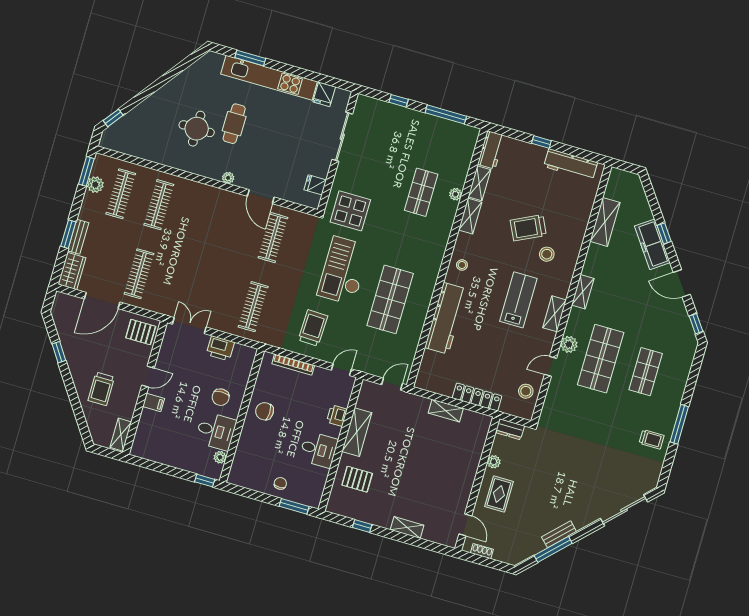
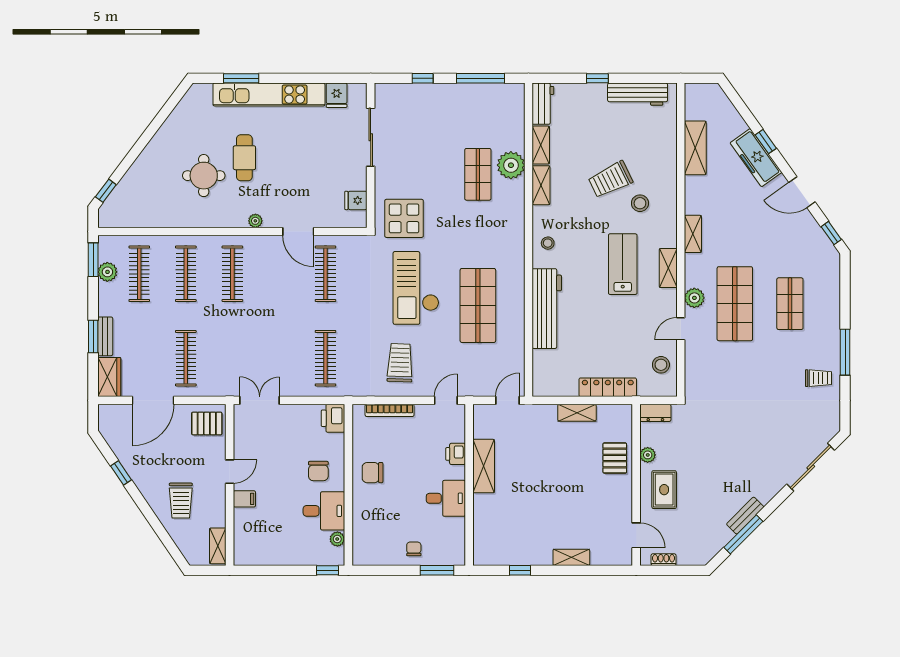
plant: (456, 194) -> (511, 165), width x1.87, depth x1.87
clothes rail: (197, 216) -> (232, 274), added
printer: (220, 348) -> (333, 418), moved, turned 90
pallet: (357, 479) -> (615, 458), moved, turned 90

